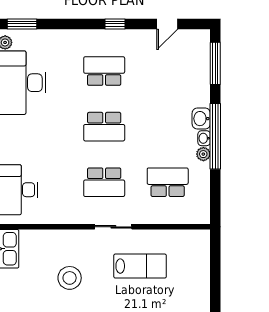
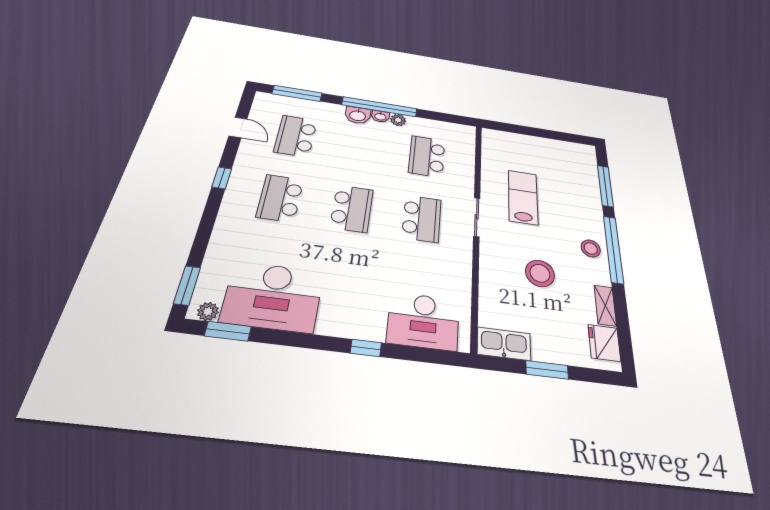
school desk: (168, 71) -> (296, 136), added

